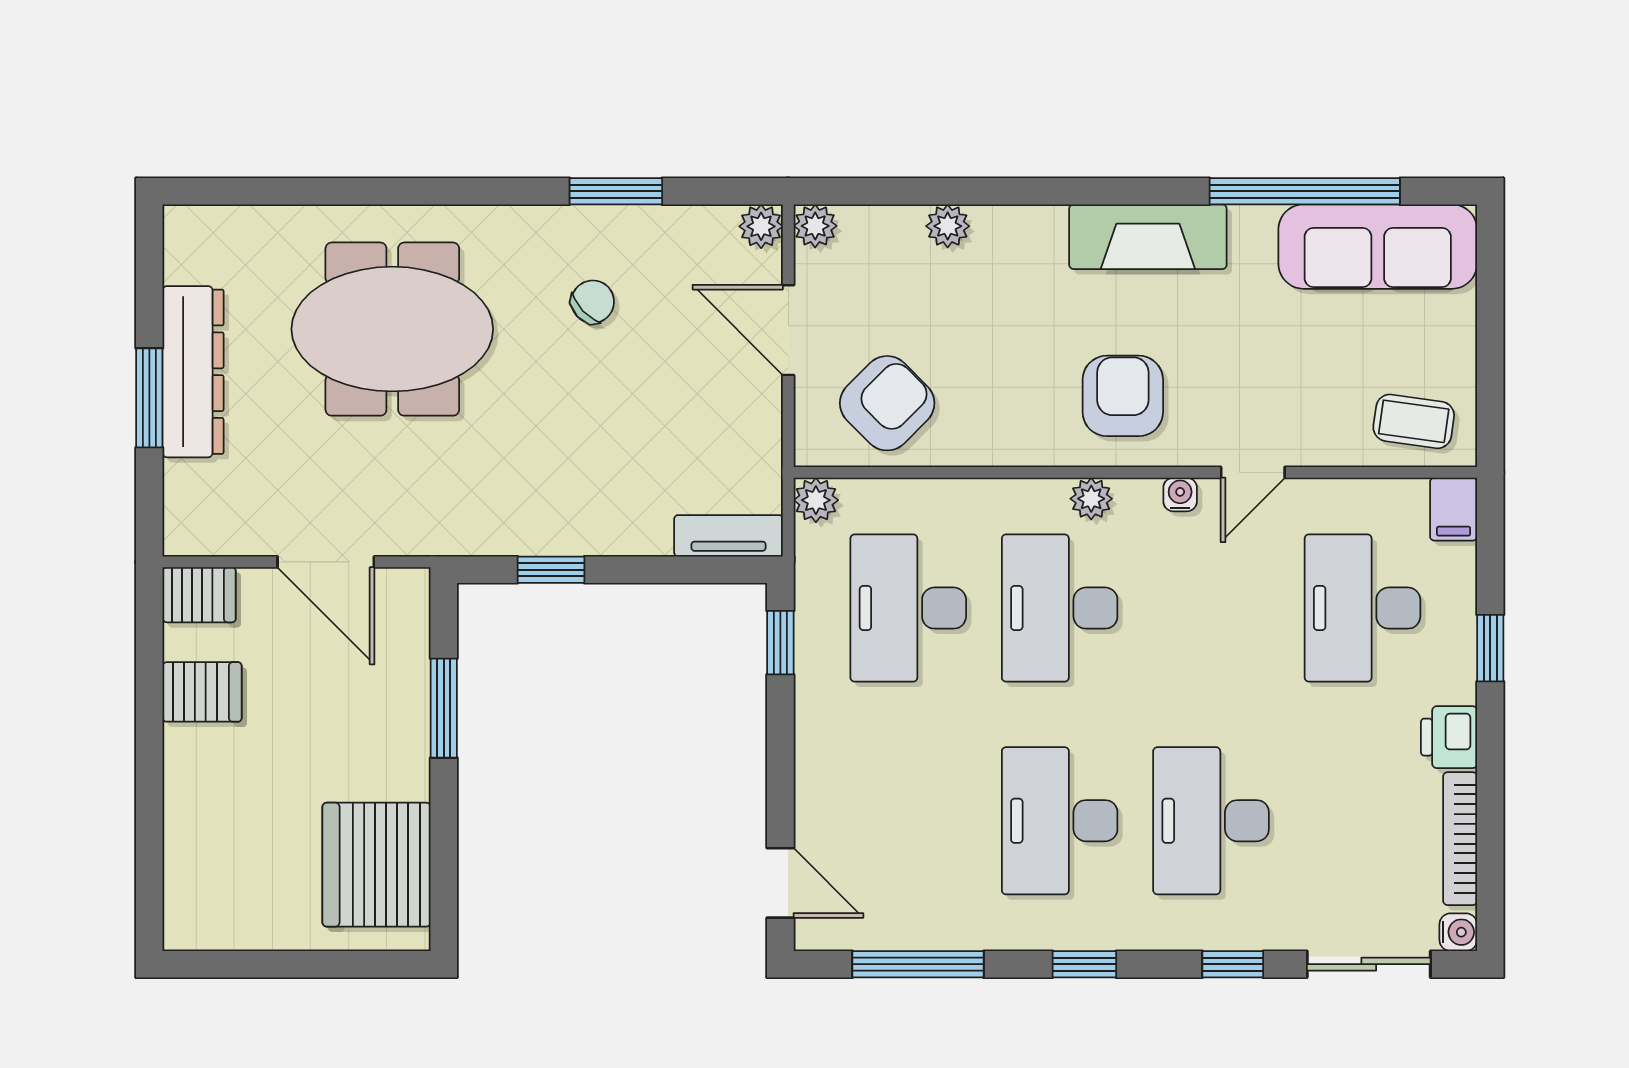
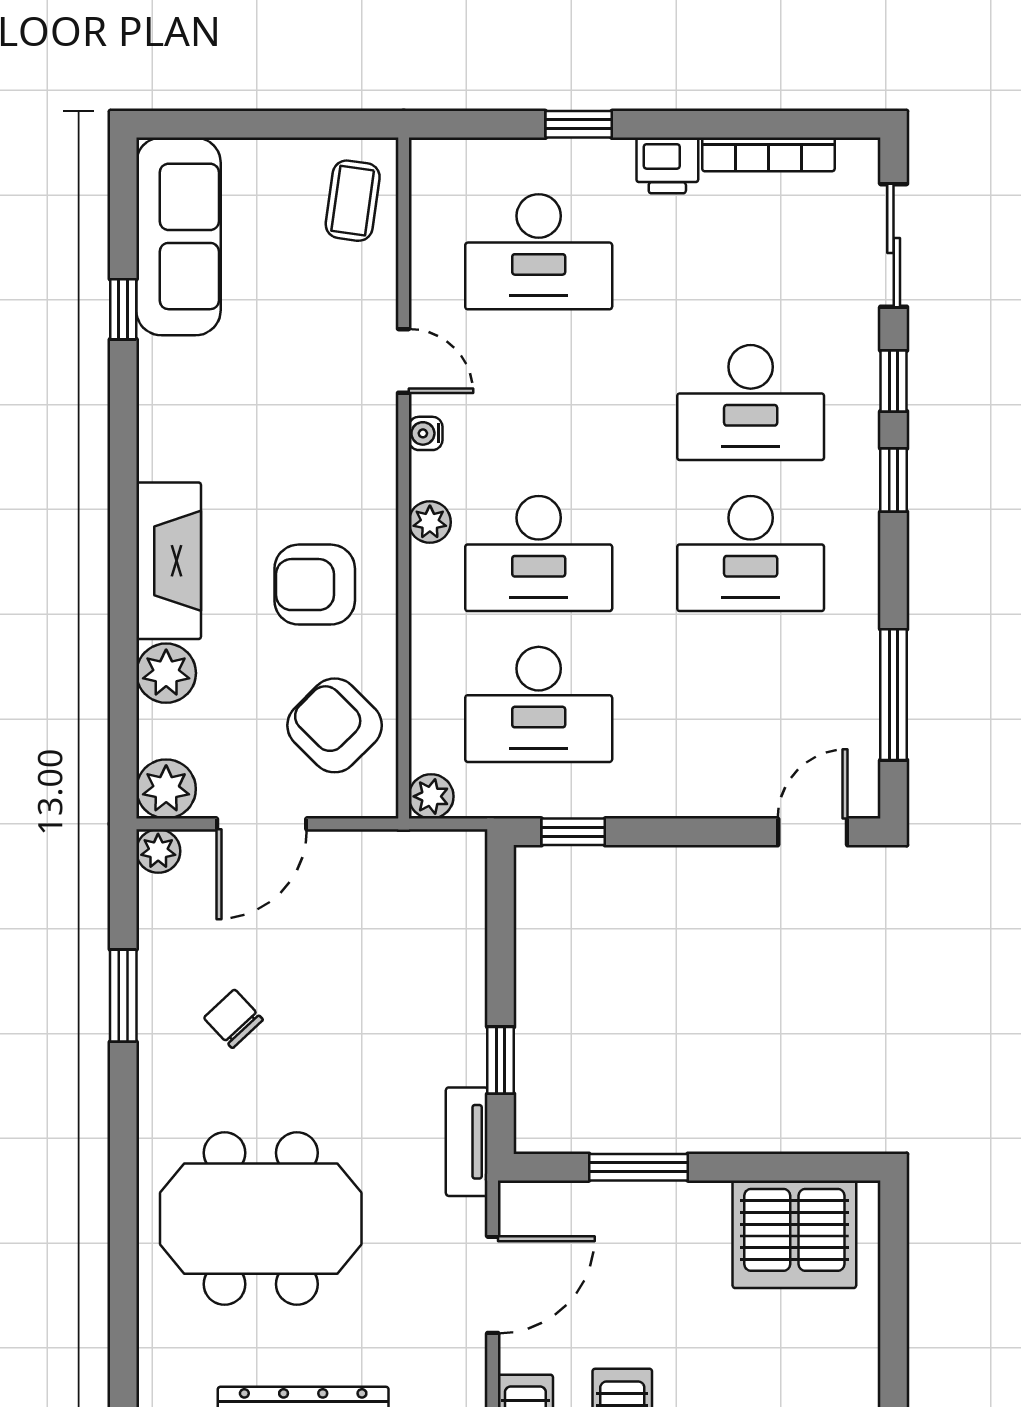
window: (1305, 191) -> (123, 309), width x0.32
plant: (815, 226) -> (166, 789), width x1.38, depth x1.38
plant: (948, 226) -> (166, 673), width x1.38, depth x1.38
fireplace: (1148, 237) -> (169, 561), moved
meeting table: (392, 329) -> (261, 1219), turned 90
armchair: (1123, 396) -> (315, 585), moved
filing cabinet: (1454, 509) -> (440, 161), removed
tv unit: (729, 536) -> (467, 1142), moved
water cooler: (1458, 932) -> (862, 156), removed
window: (1084, 964) -> (894, 480), moved

